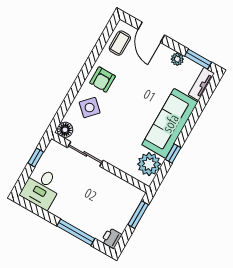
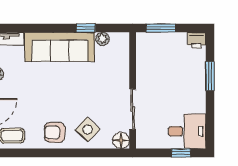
armchair: (103, 79) -> (55, 132), turned 180
window: (36, 158) -> (181, 153), moved
plant: (149, 164) -> (102, 39), width x0.53, depth x0.53
window: (76, 232) -> (210, 76), width x0.69

